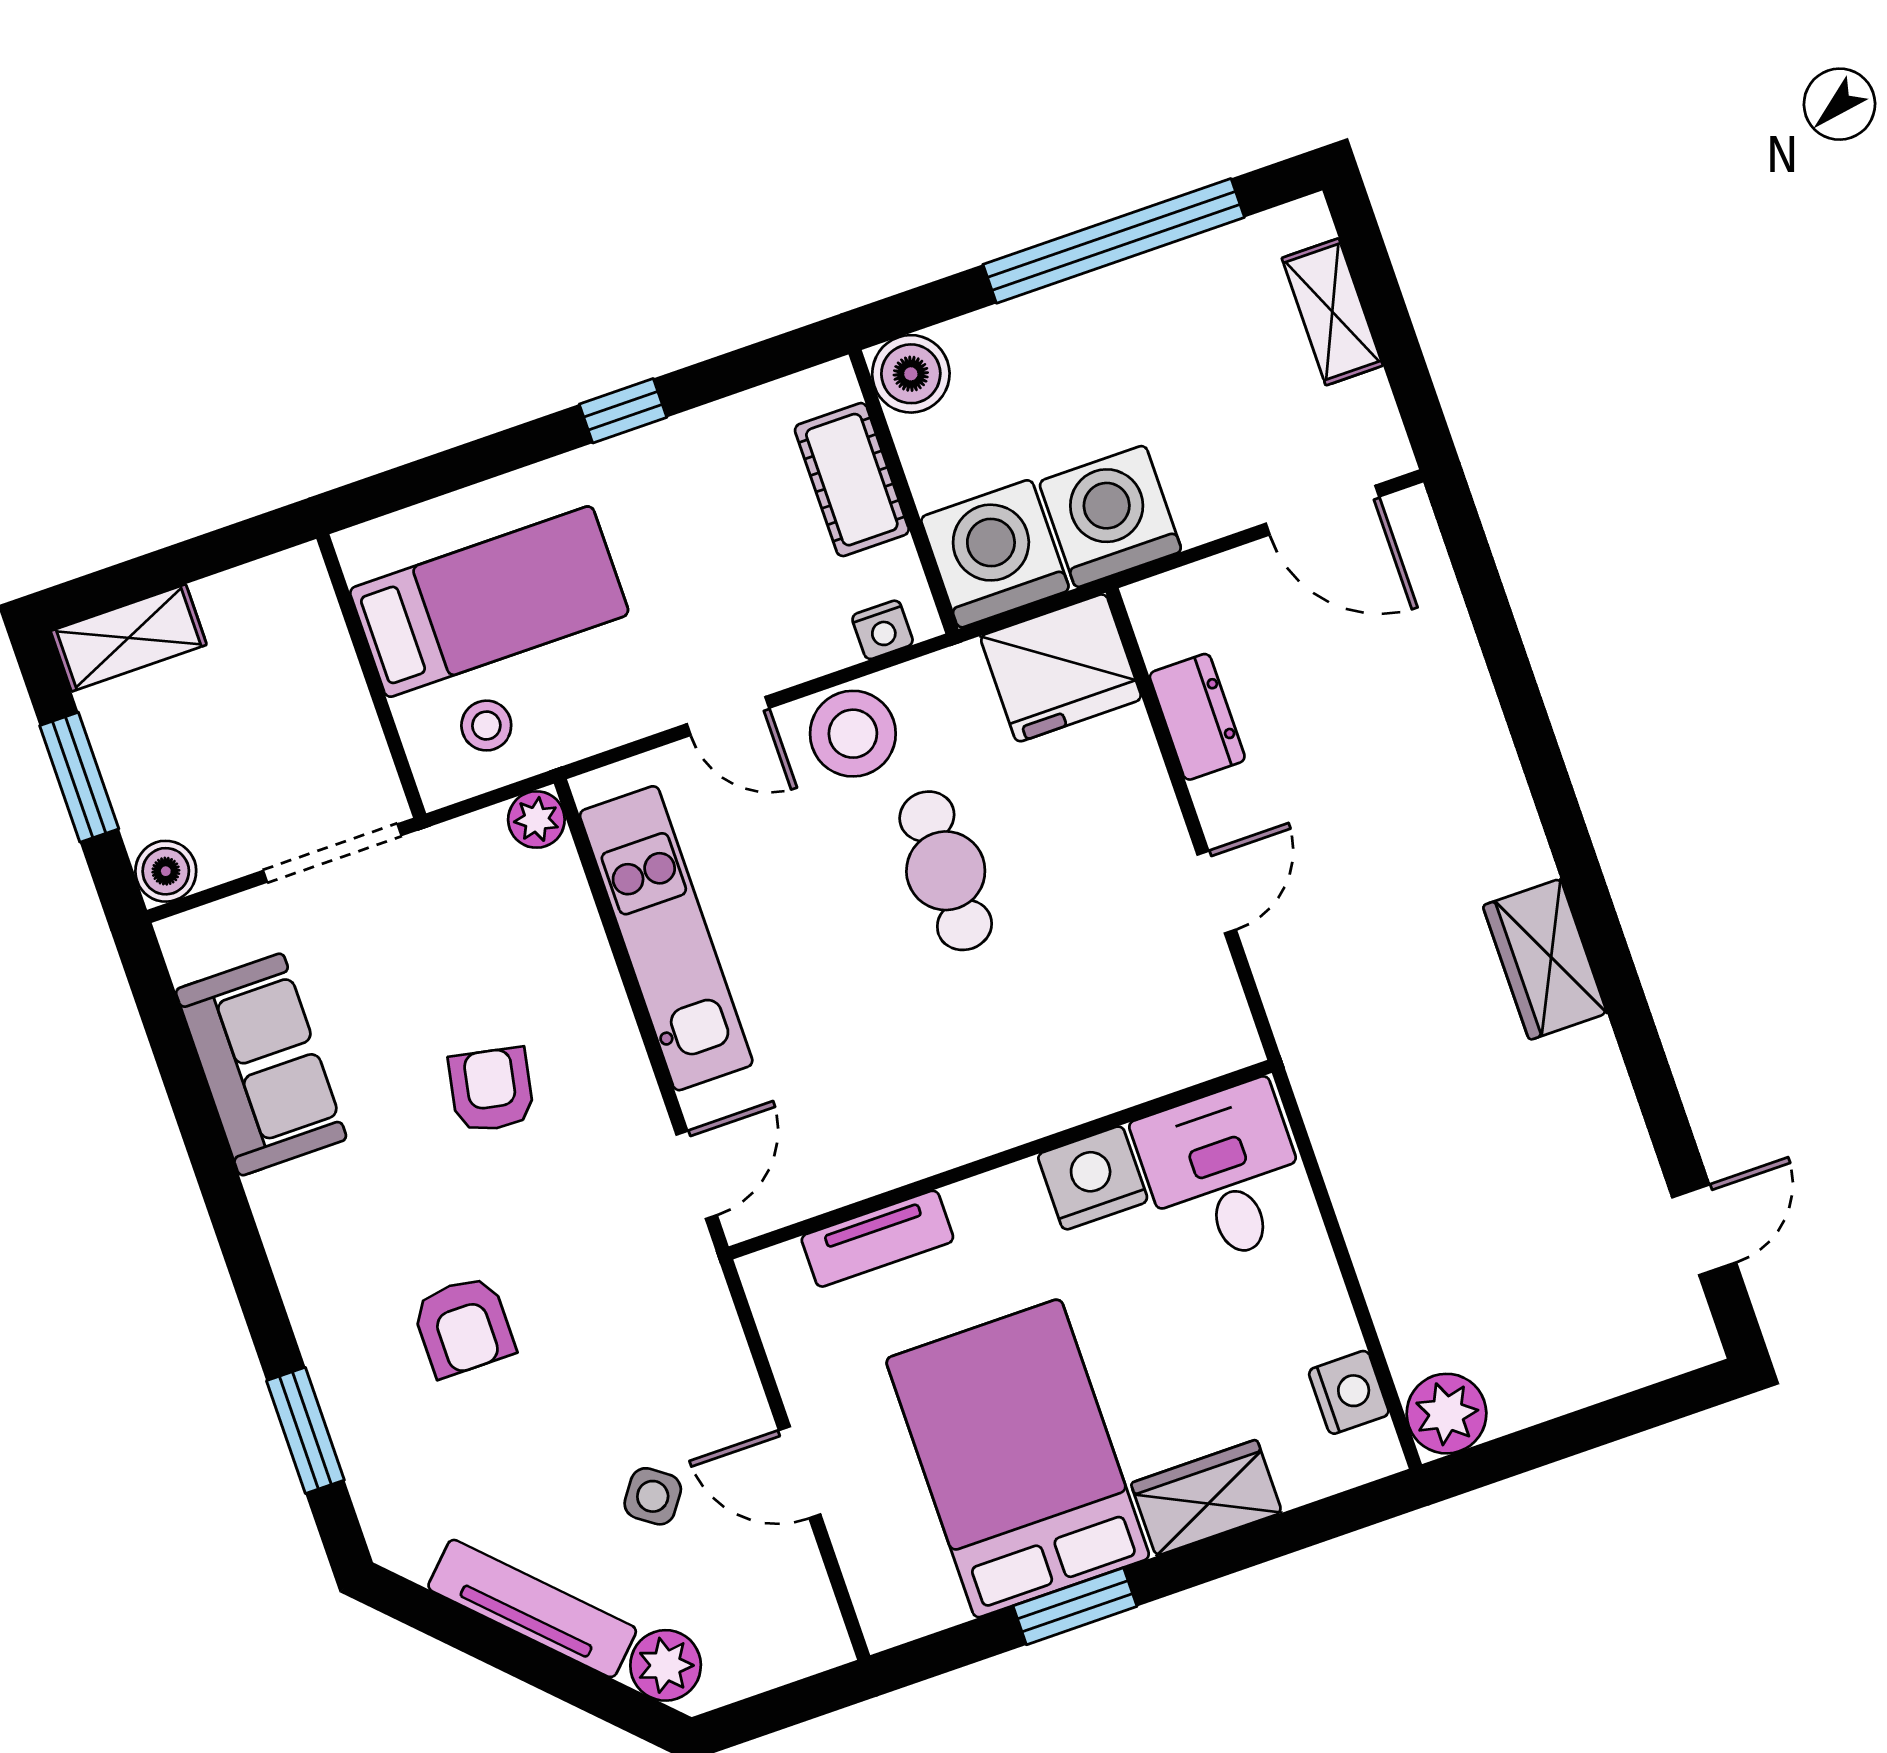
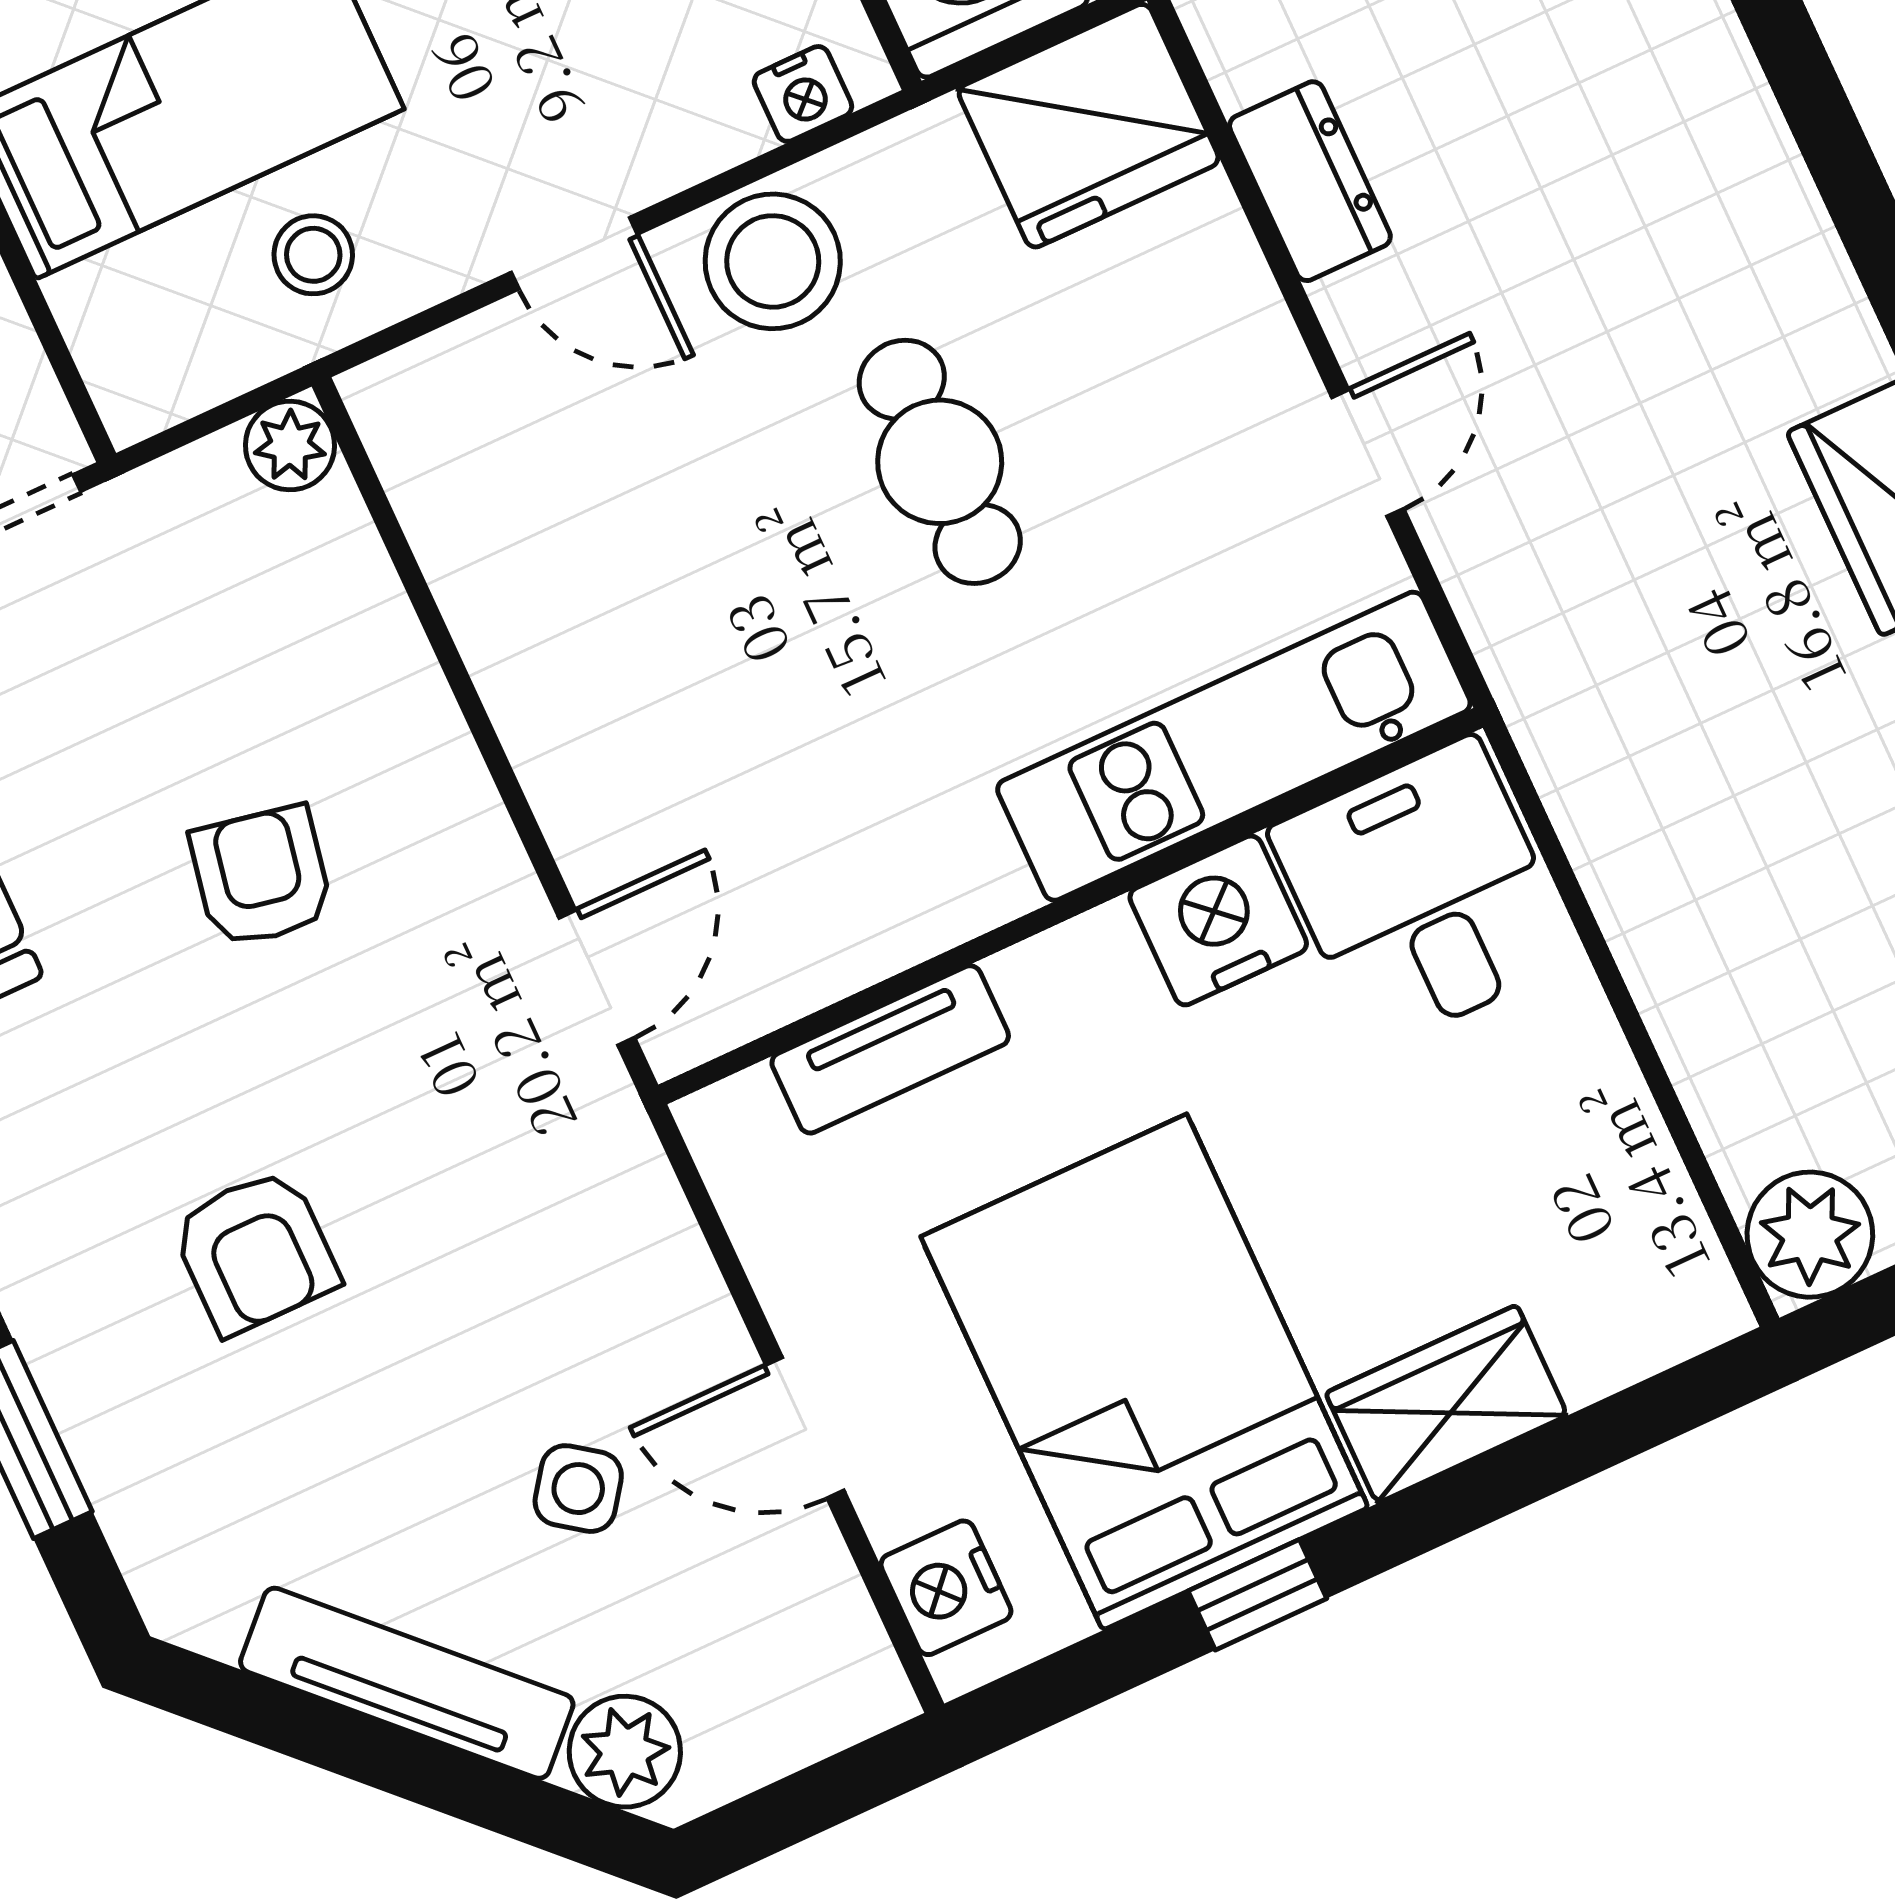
stool: (486, 726) -> (313, 255), moved
kitchen unit: (666, 938) -> (1234, 746), moved, turned -90
nightstand: (1349, 1392) -> (946, 1588), moved, turned 180
window: (1075, 1606) -> (1257, 1595), width x0.67

